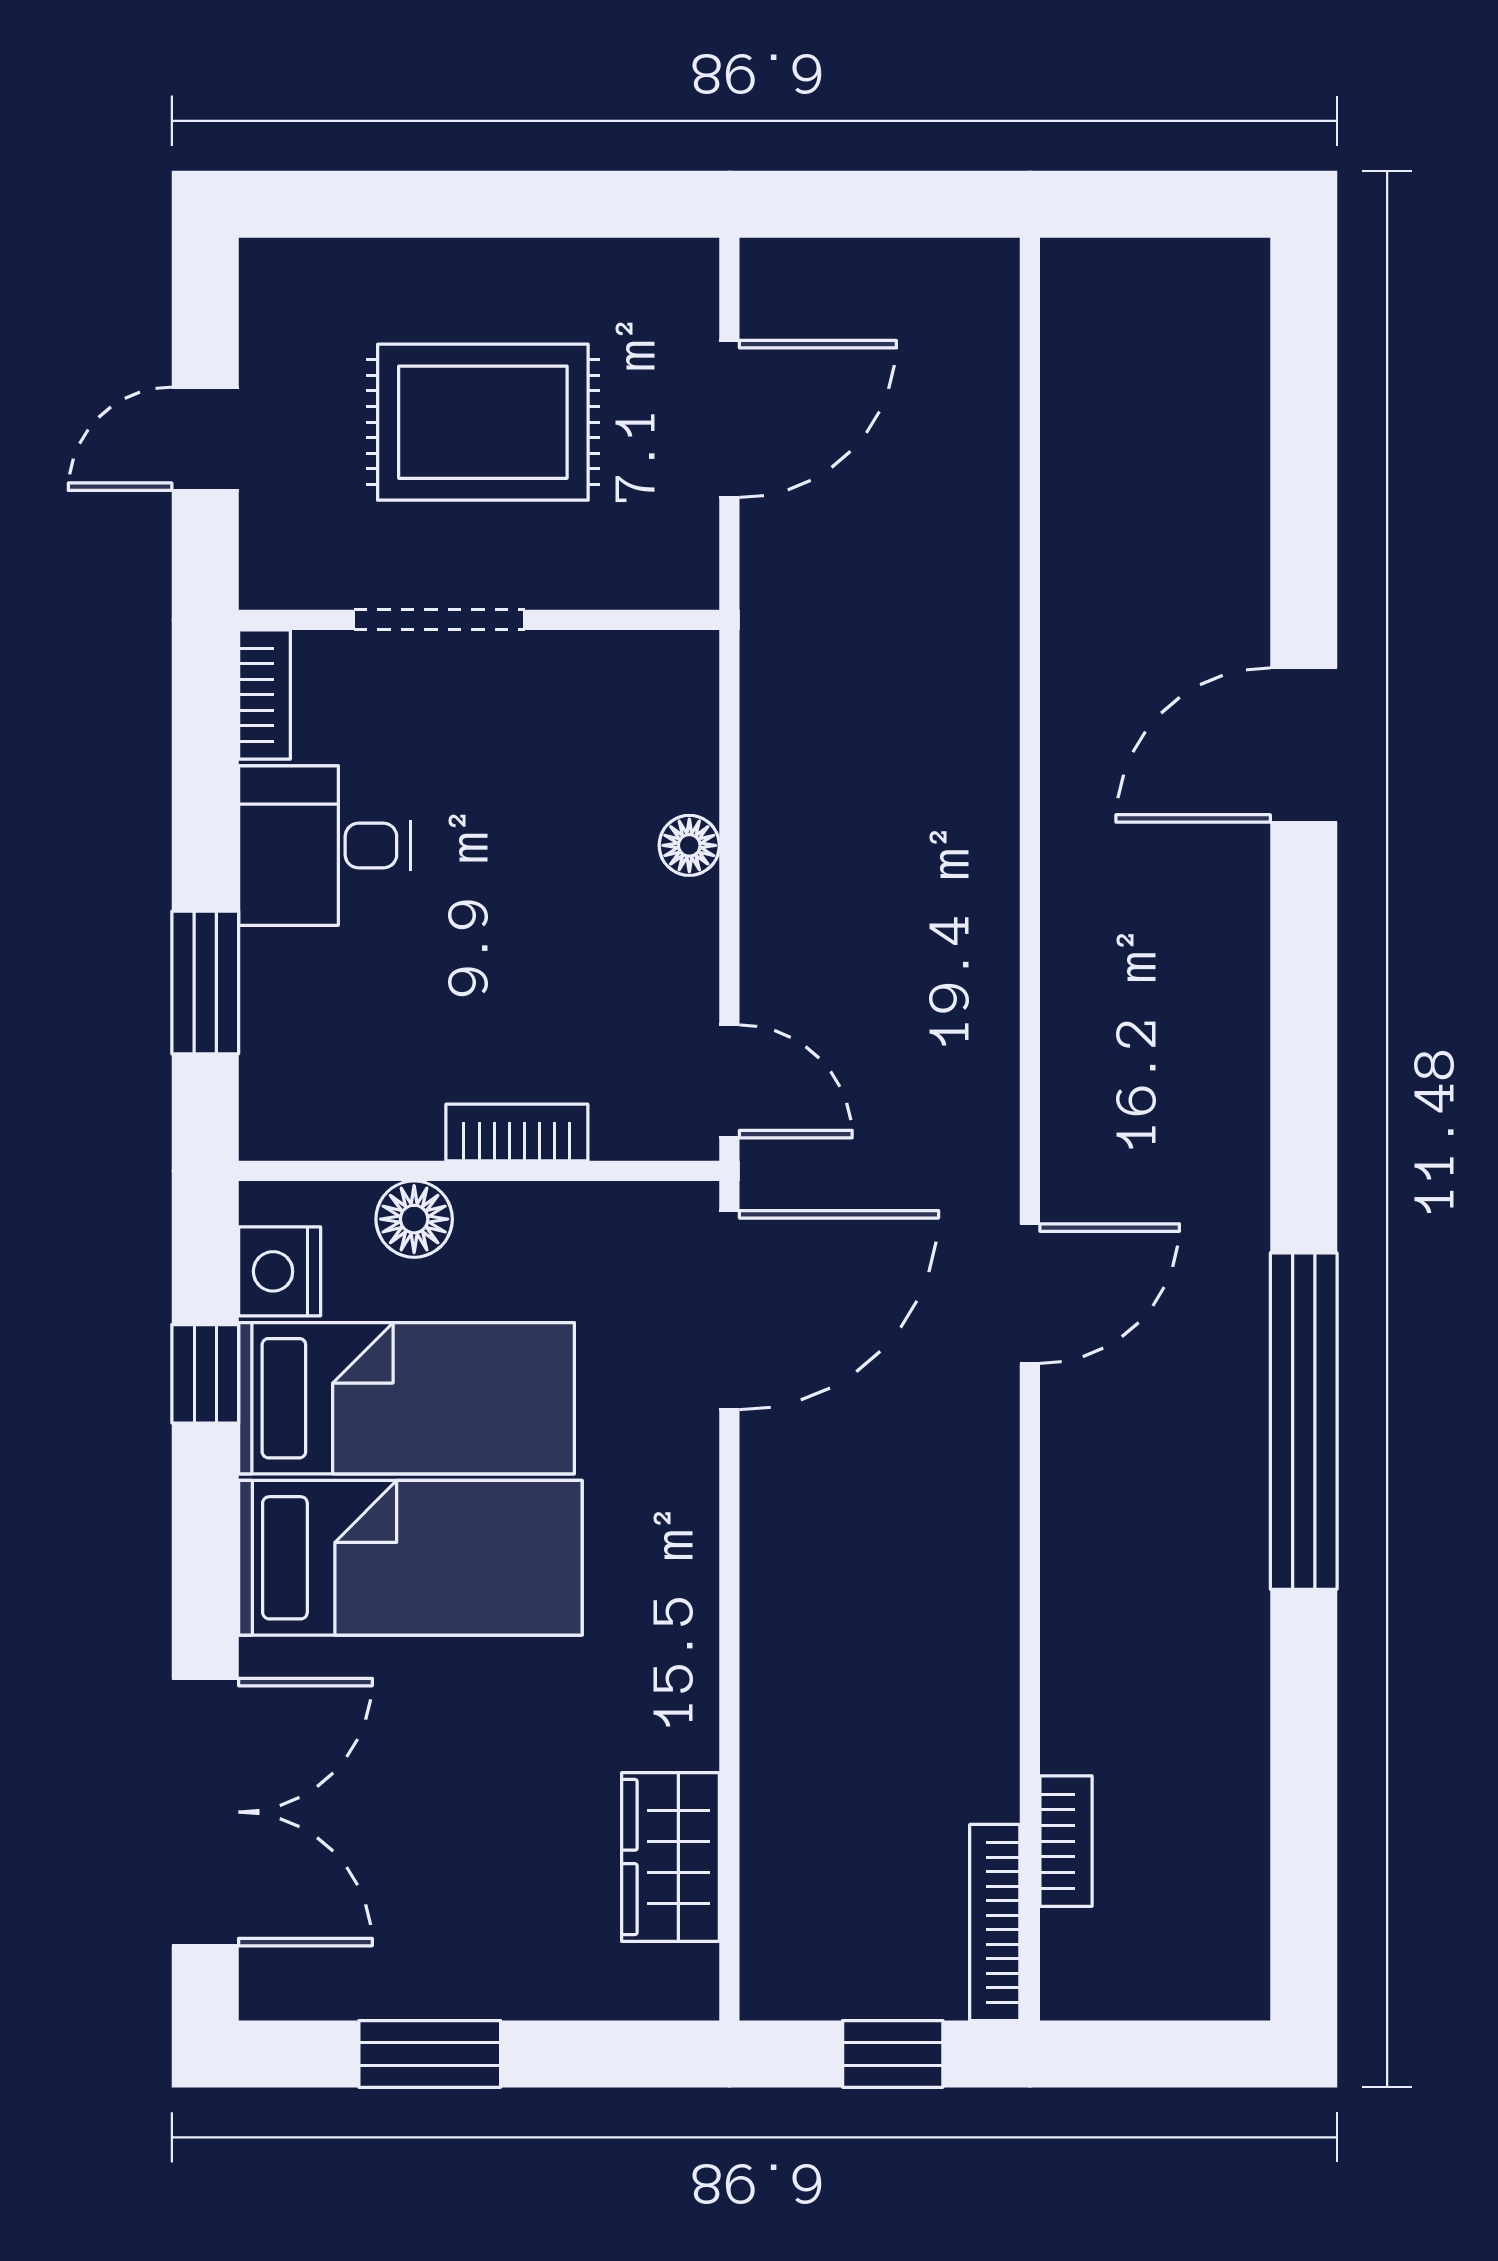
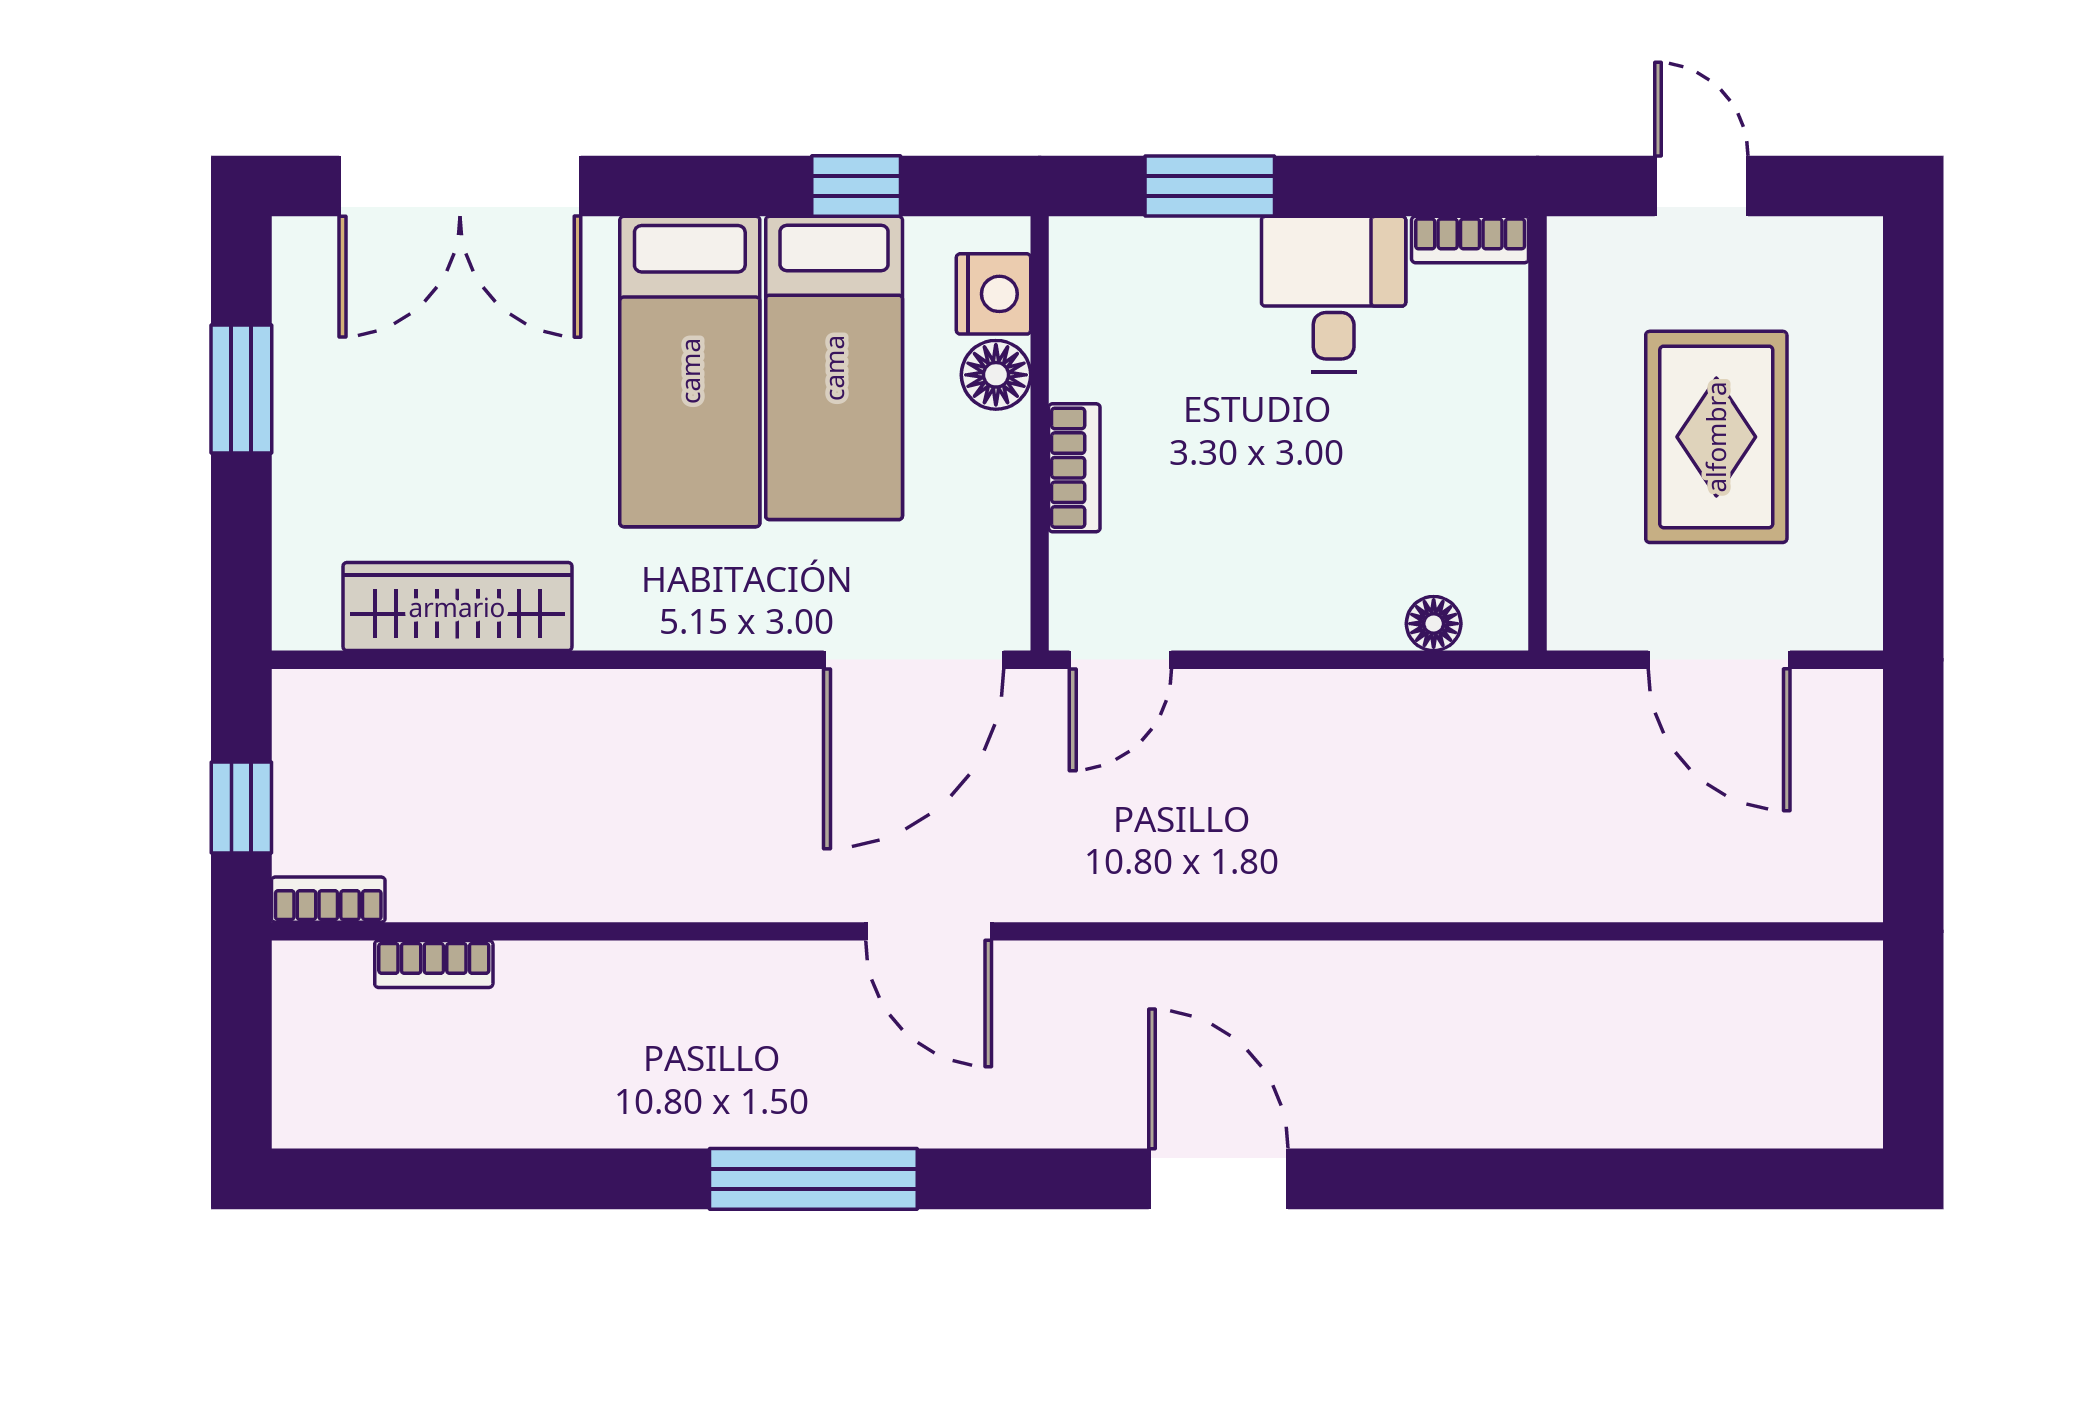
doorway: (439, 620) -> (1538, 398), removed
door: (1304, 745) -> (1218, 1179), moved
floor lamp: (689, 845) -> (1434, 624), moved
nightstand: (280, 1271) -> (993, 294), moved, turned 90
door: (729, 1310) -> (914, 660), hinge flipped
window: (1304, 1421) -> (813, 1179), width x0.68
wardrobe: (670, 1857) -> (457, 607), width x1.50
bookcase: (995, 1922) -> (328, 900), width x0.64

